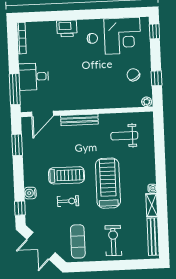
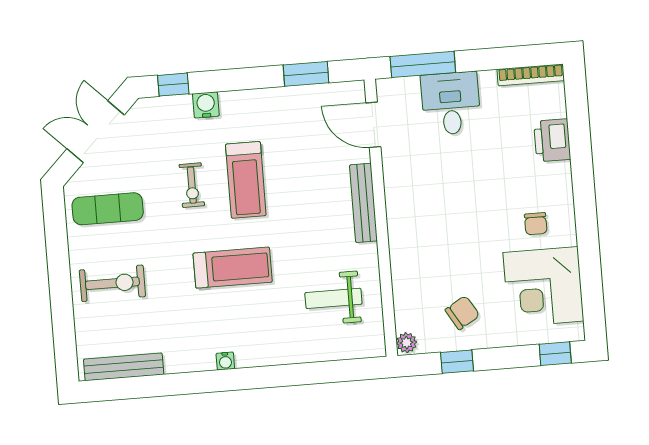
printer: (67, 28) -> (552, 140), moved
weight bench: (124, 136) -> (333, 298), turned -90
treadmill: (108, 183) -> (233, 268), width x0.73, depth x0.73
shelving: (152, 205) -> (190, 361), removed

